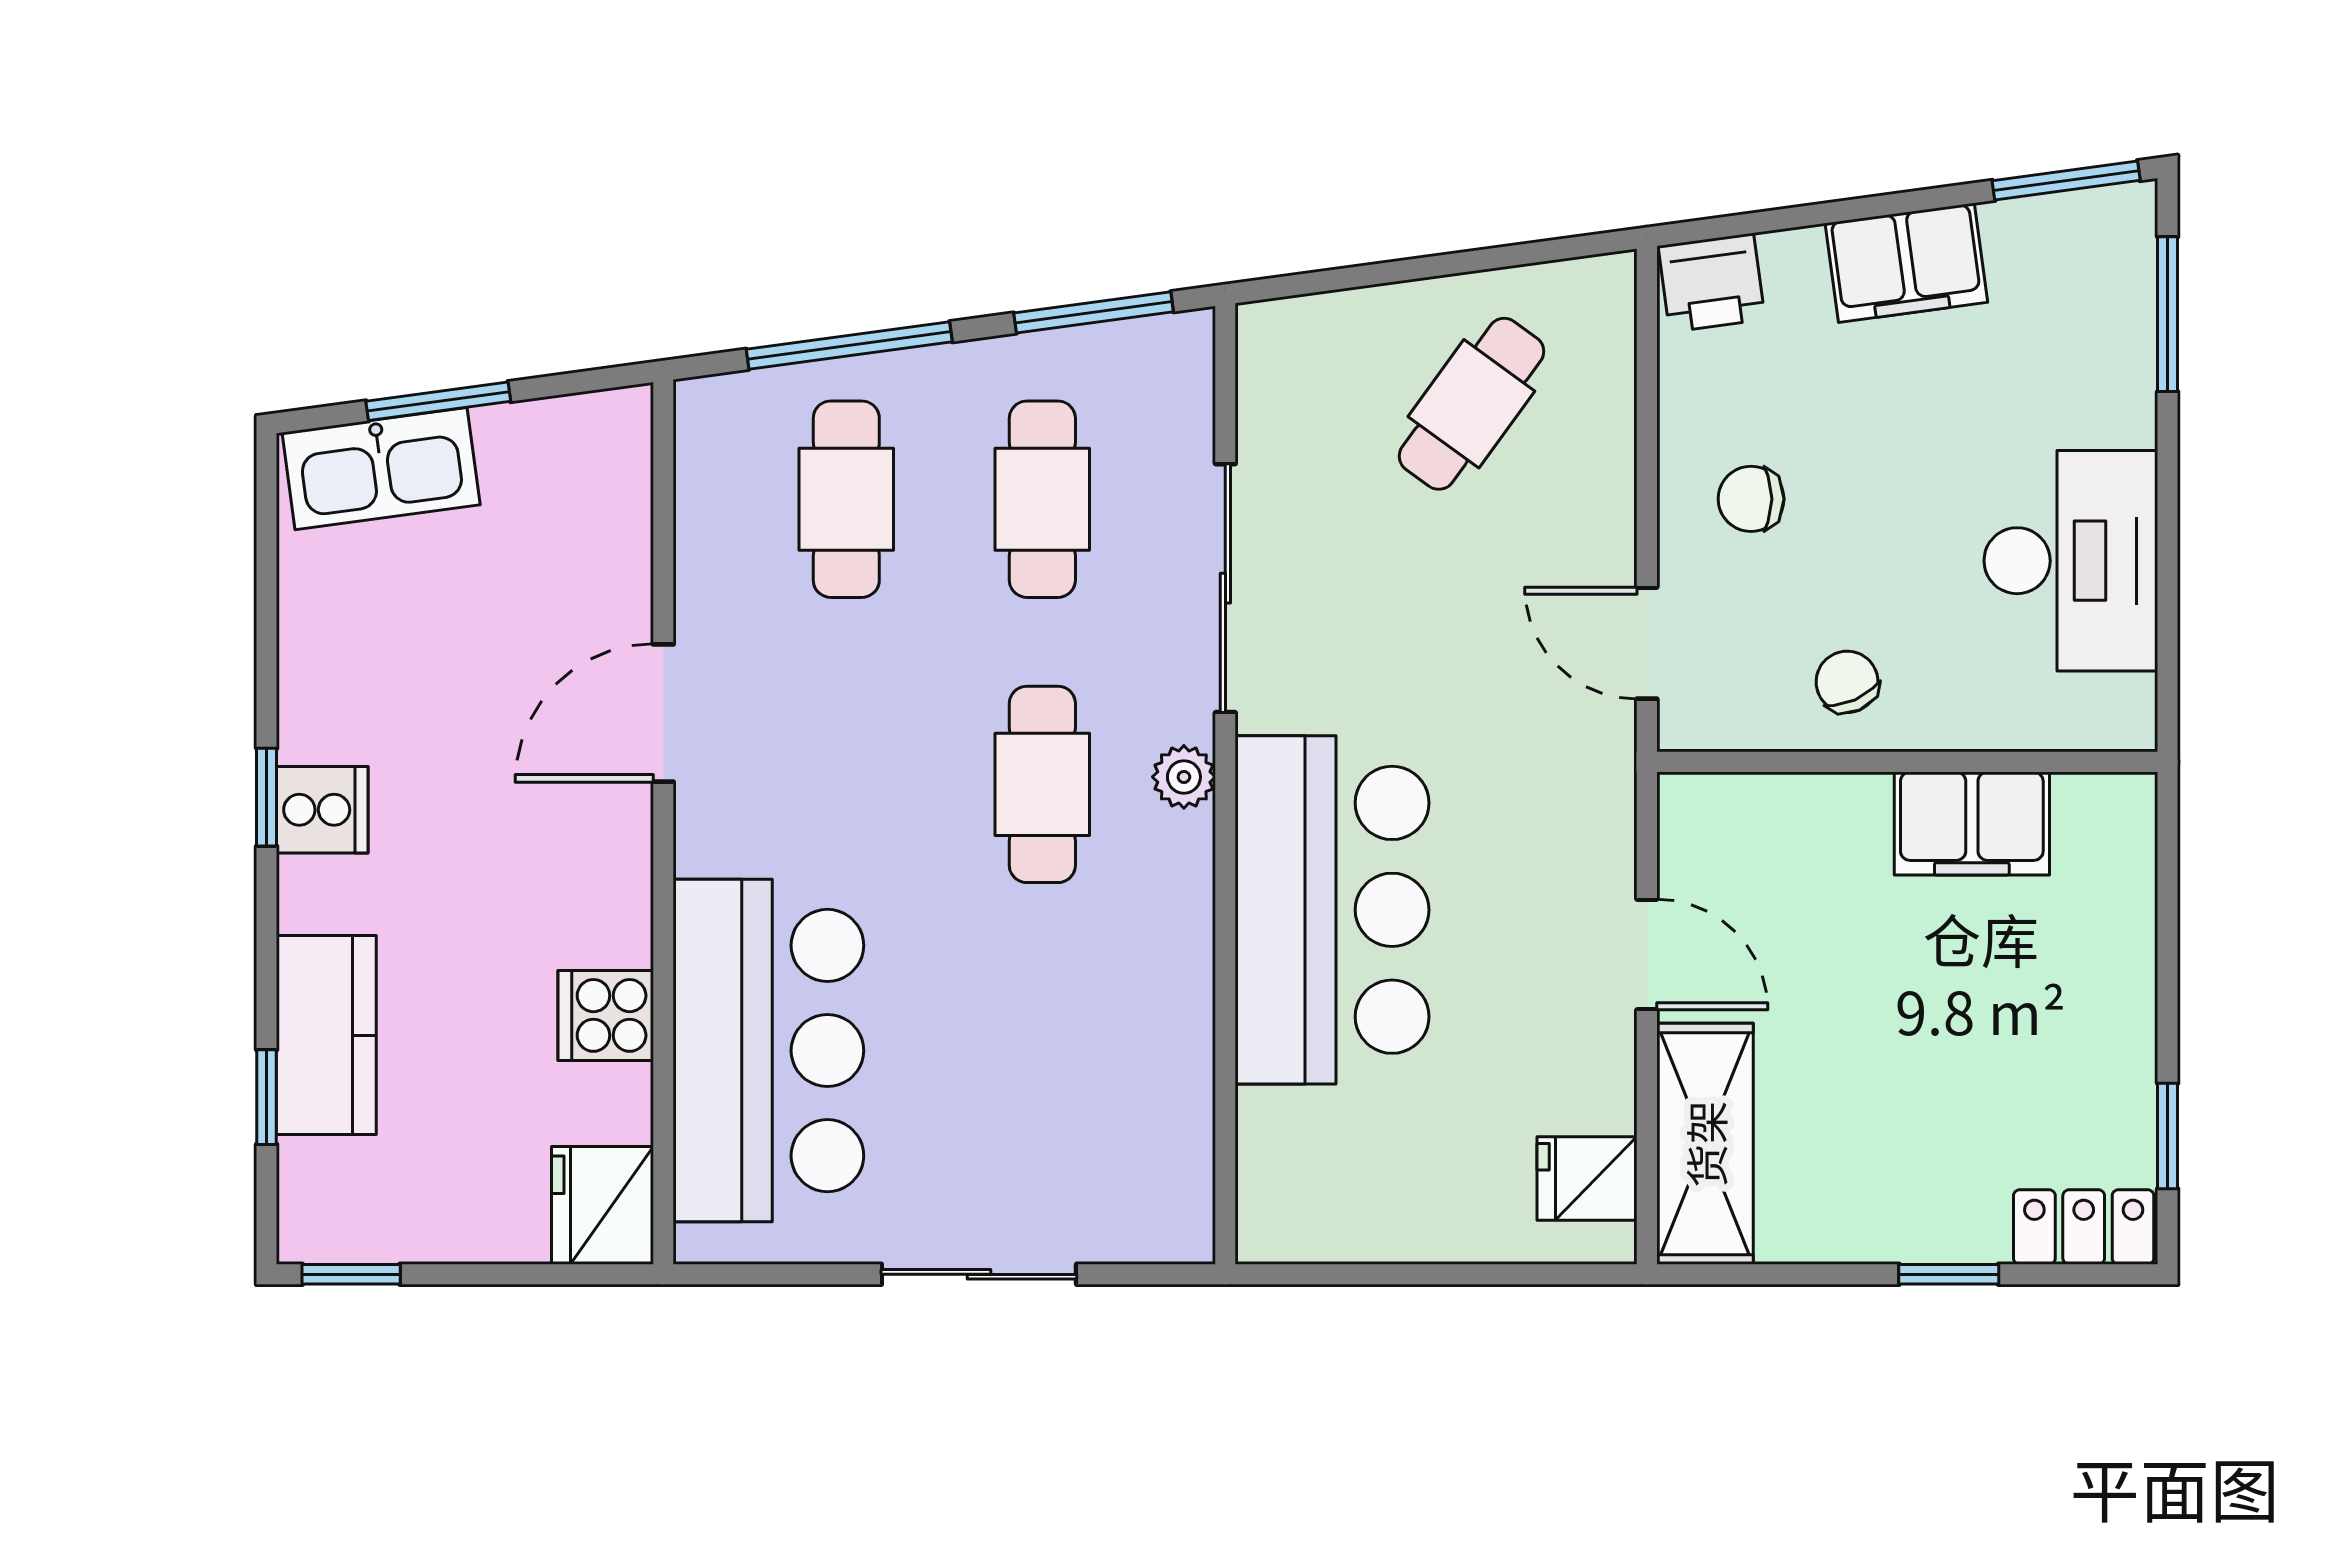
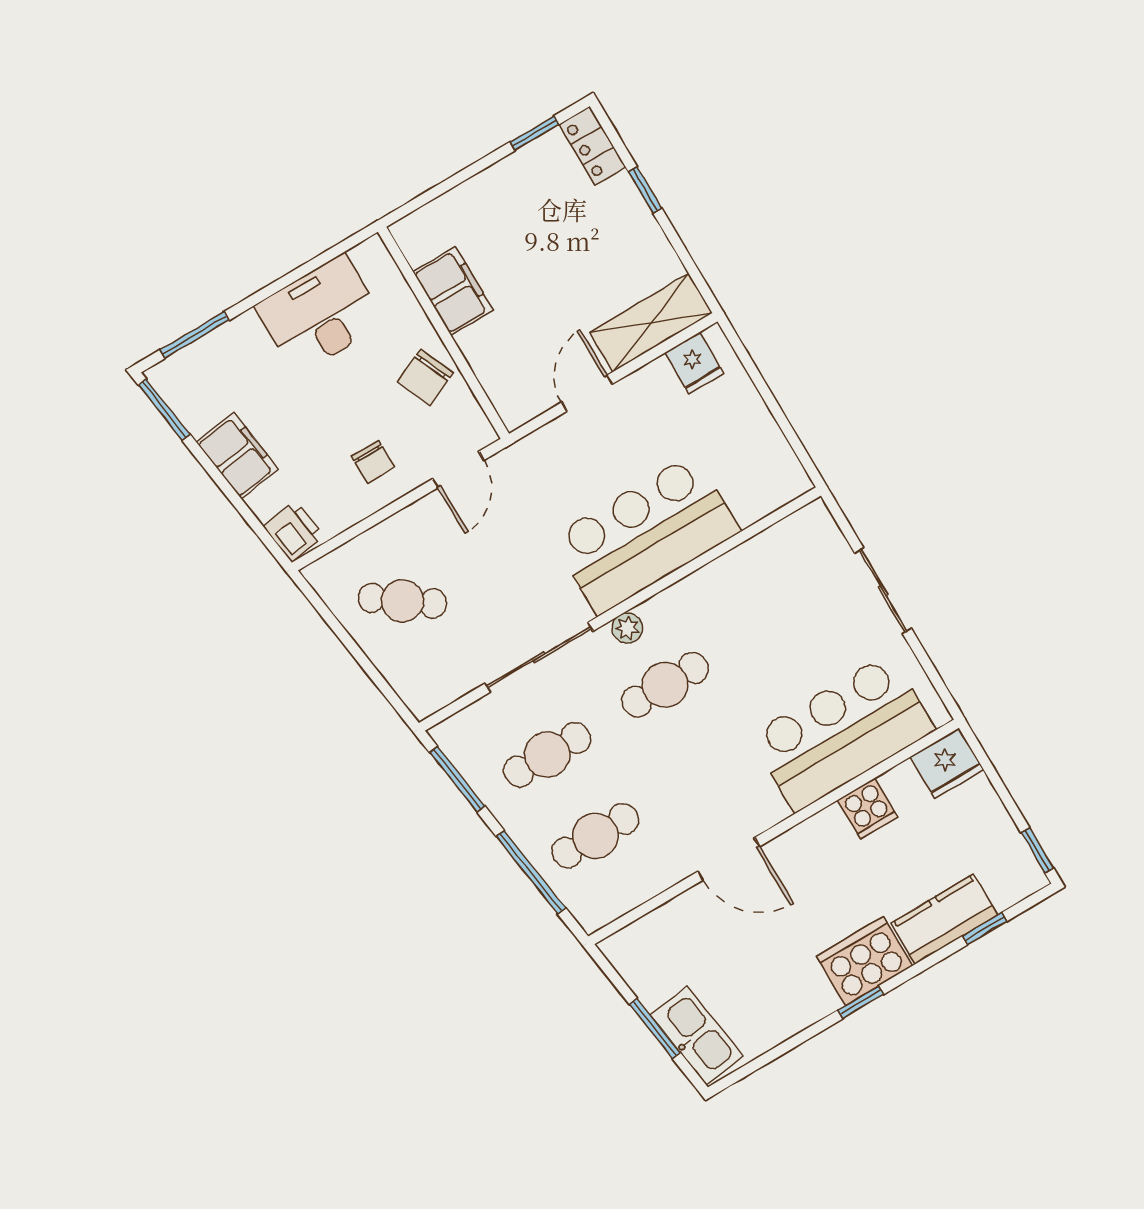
chair: (1847, 682) -> (425, 377), width x1.37, depth x1.37
cooker: (322, 810) -> (864, 961), width x1.87, depth x1.31

